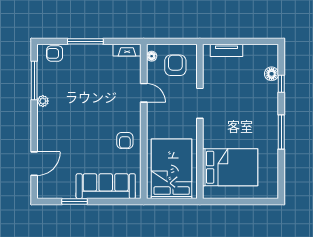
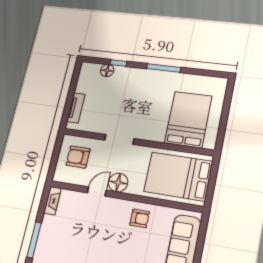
floor lamp: (152, 56) -> (118, 182), moved, width x1.89, depth x1.89

